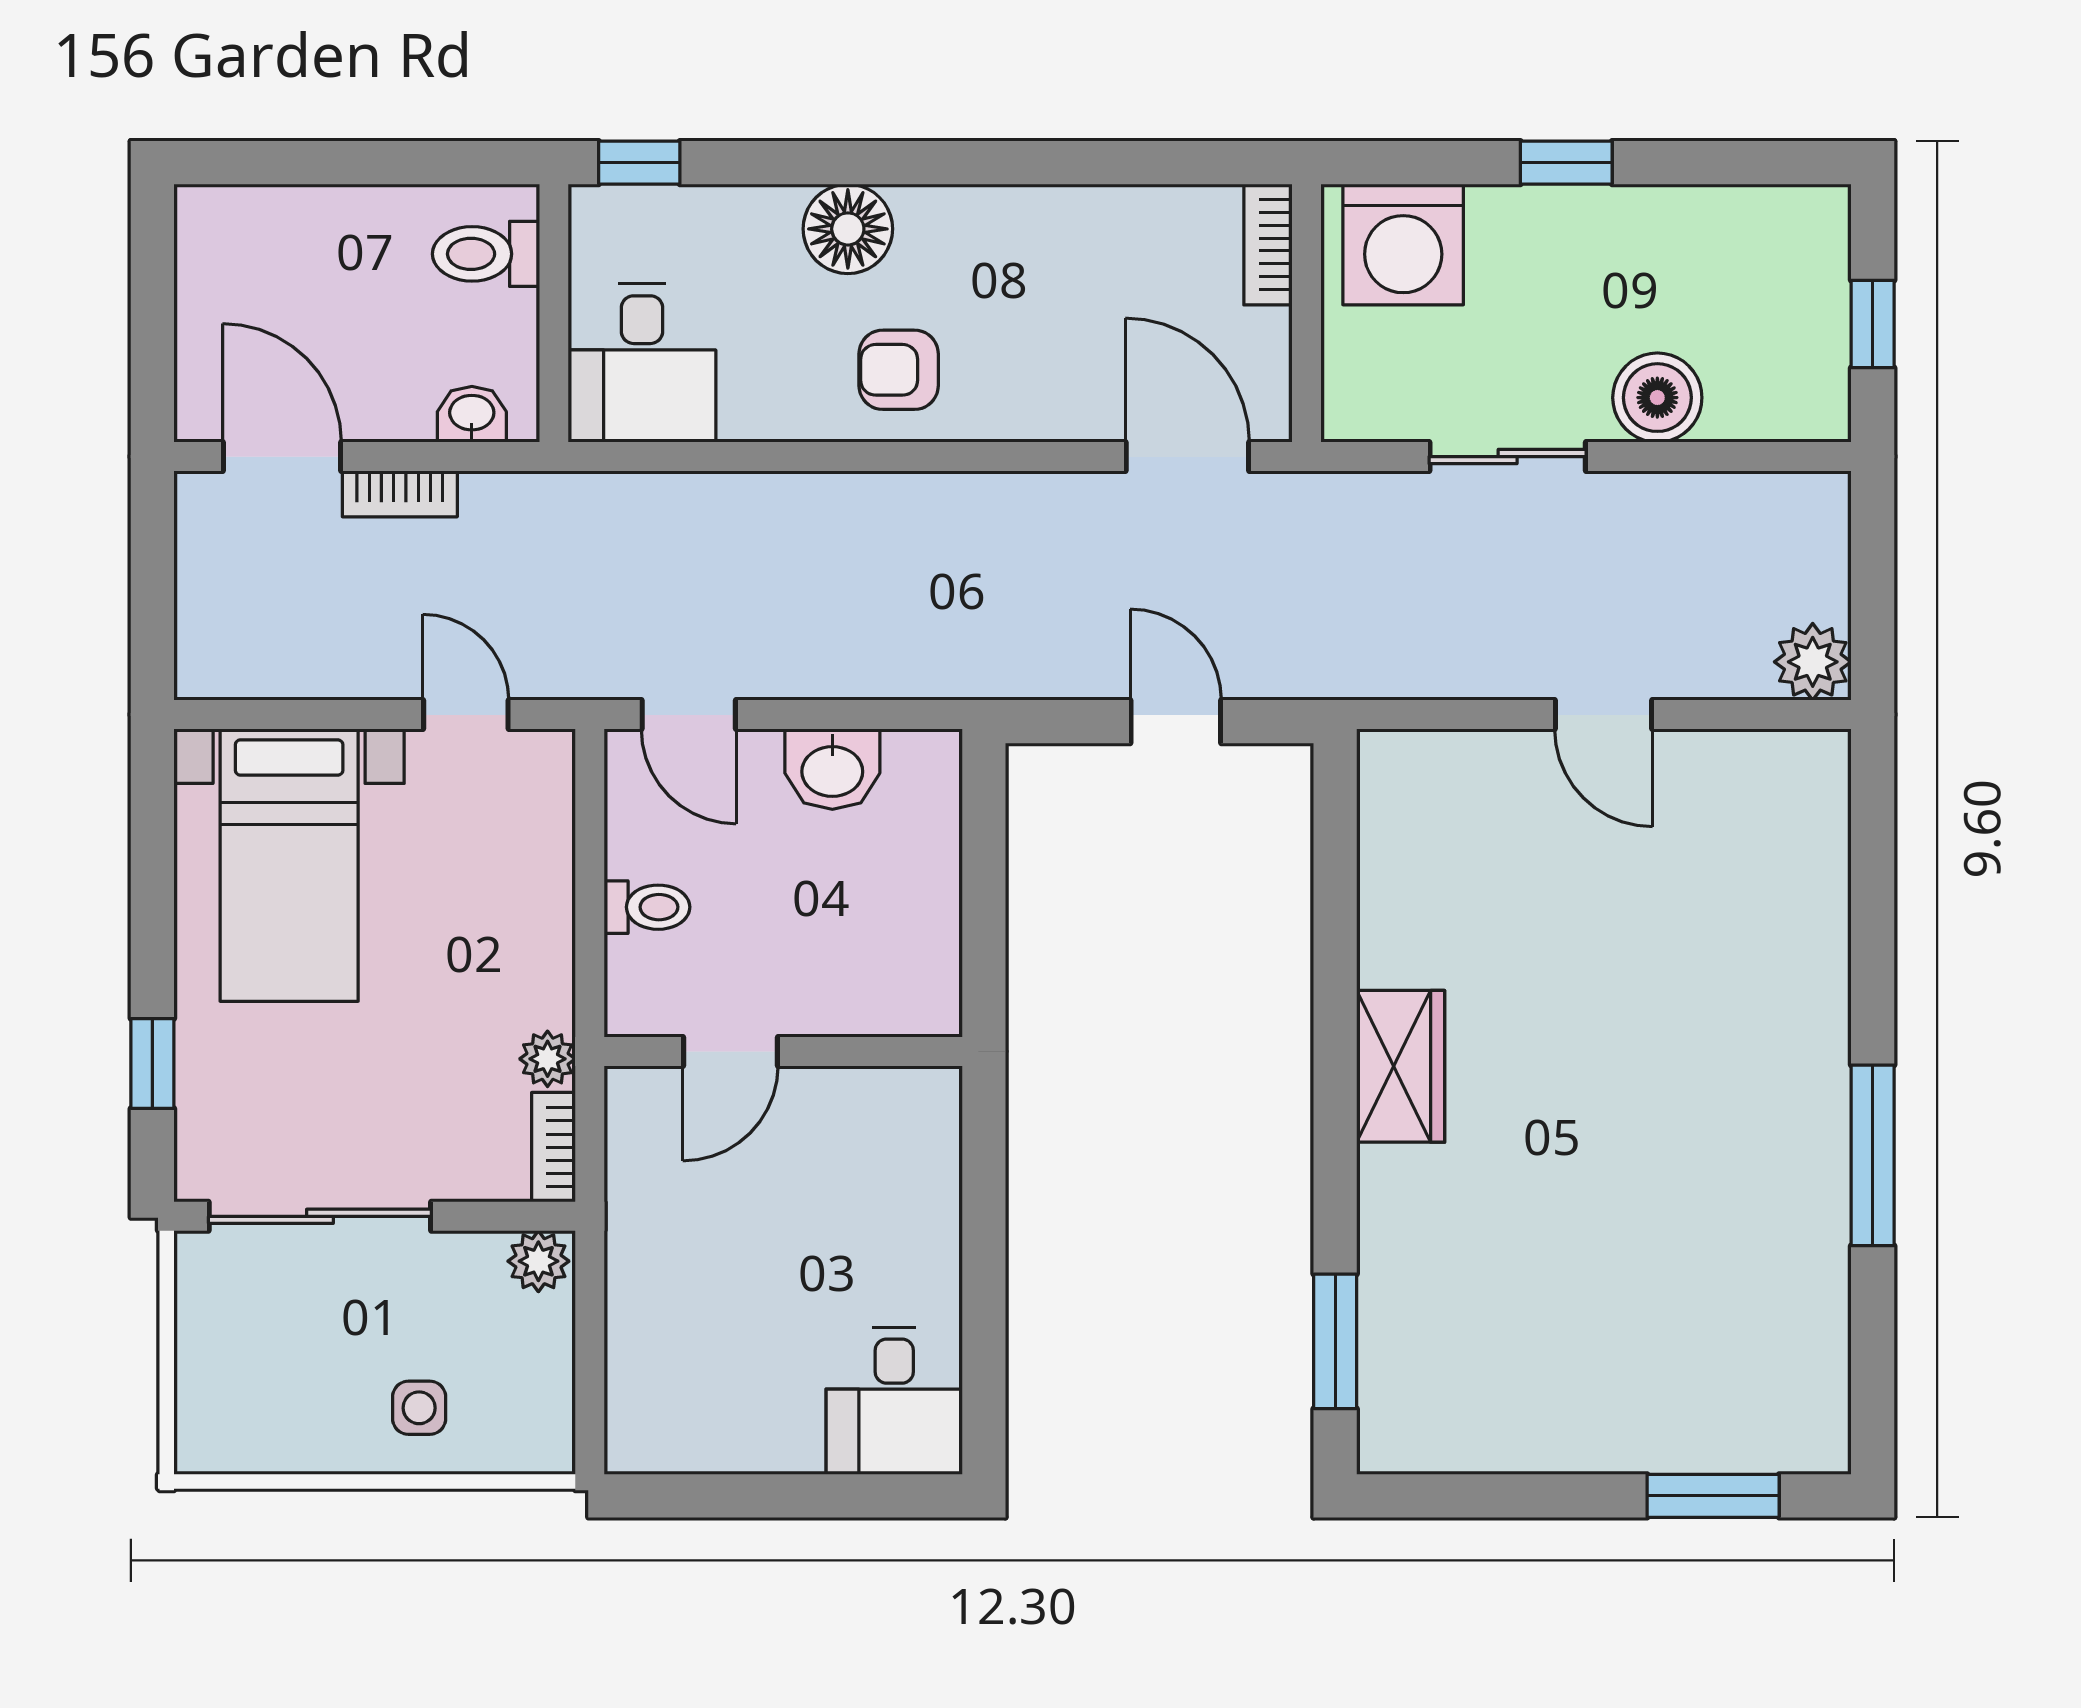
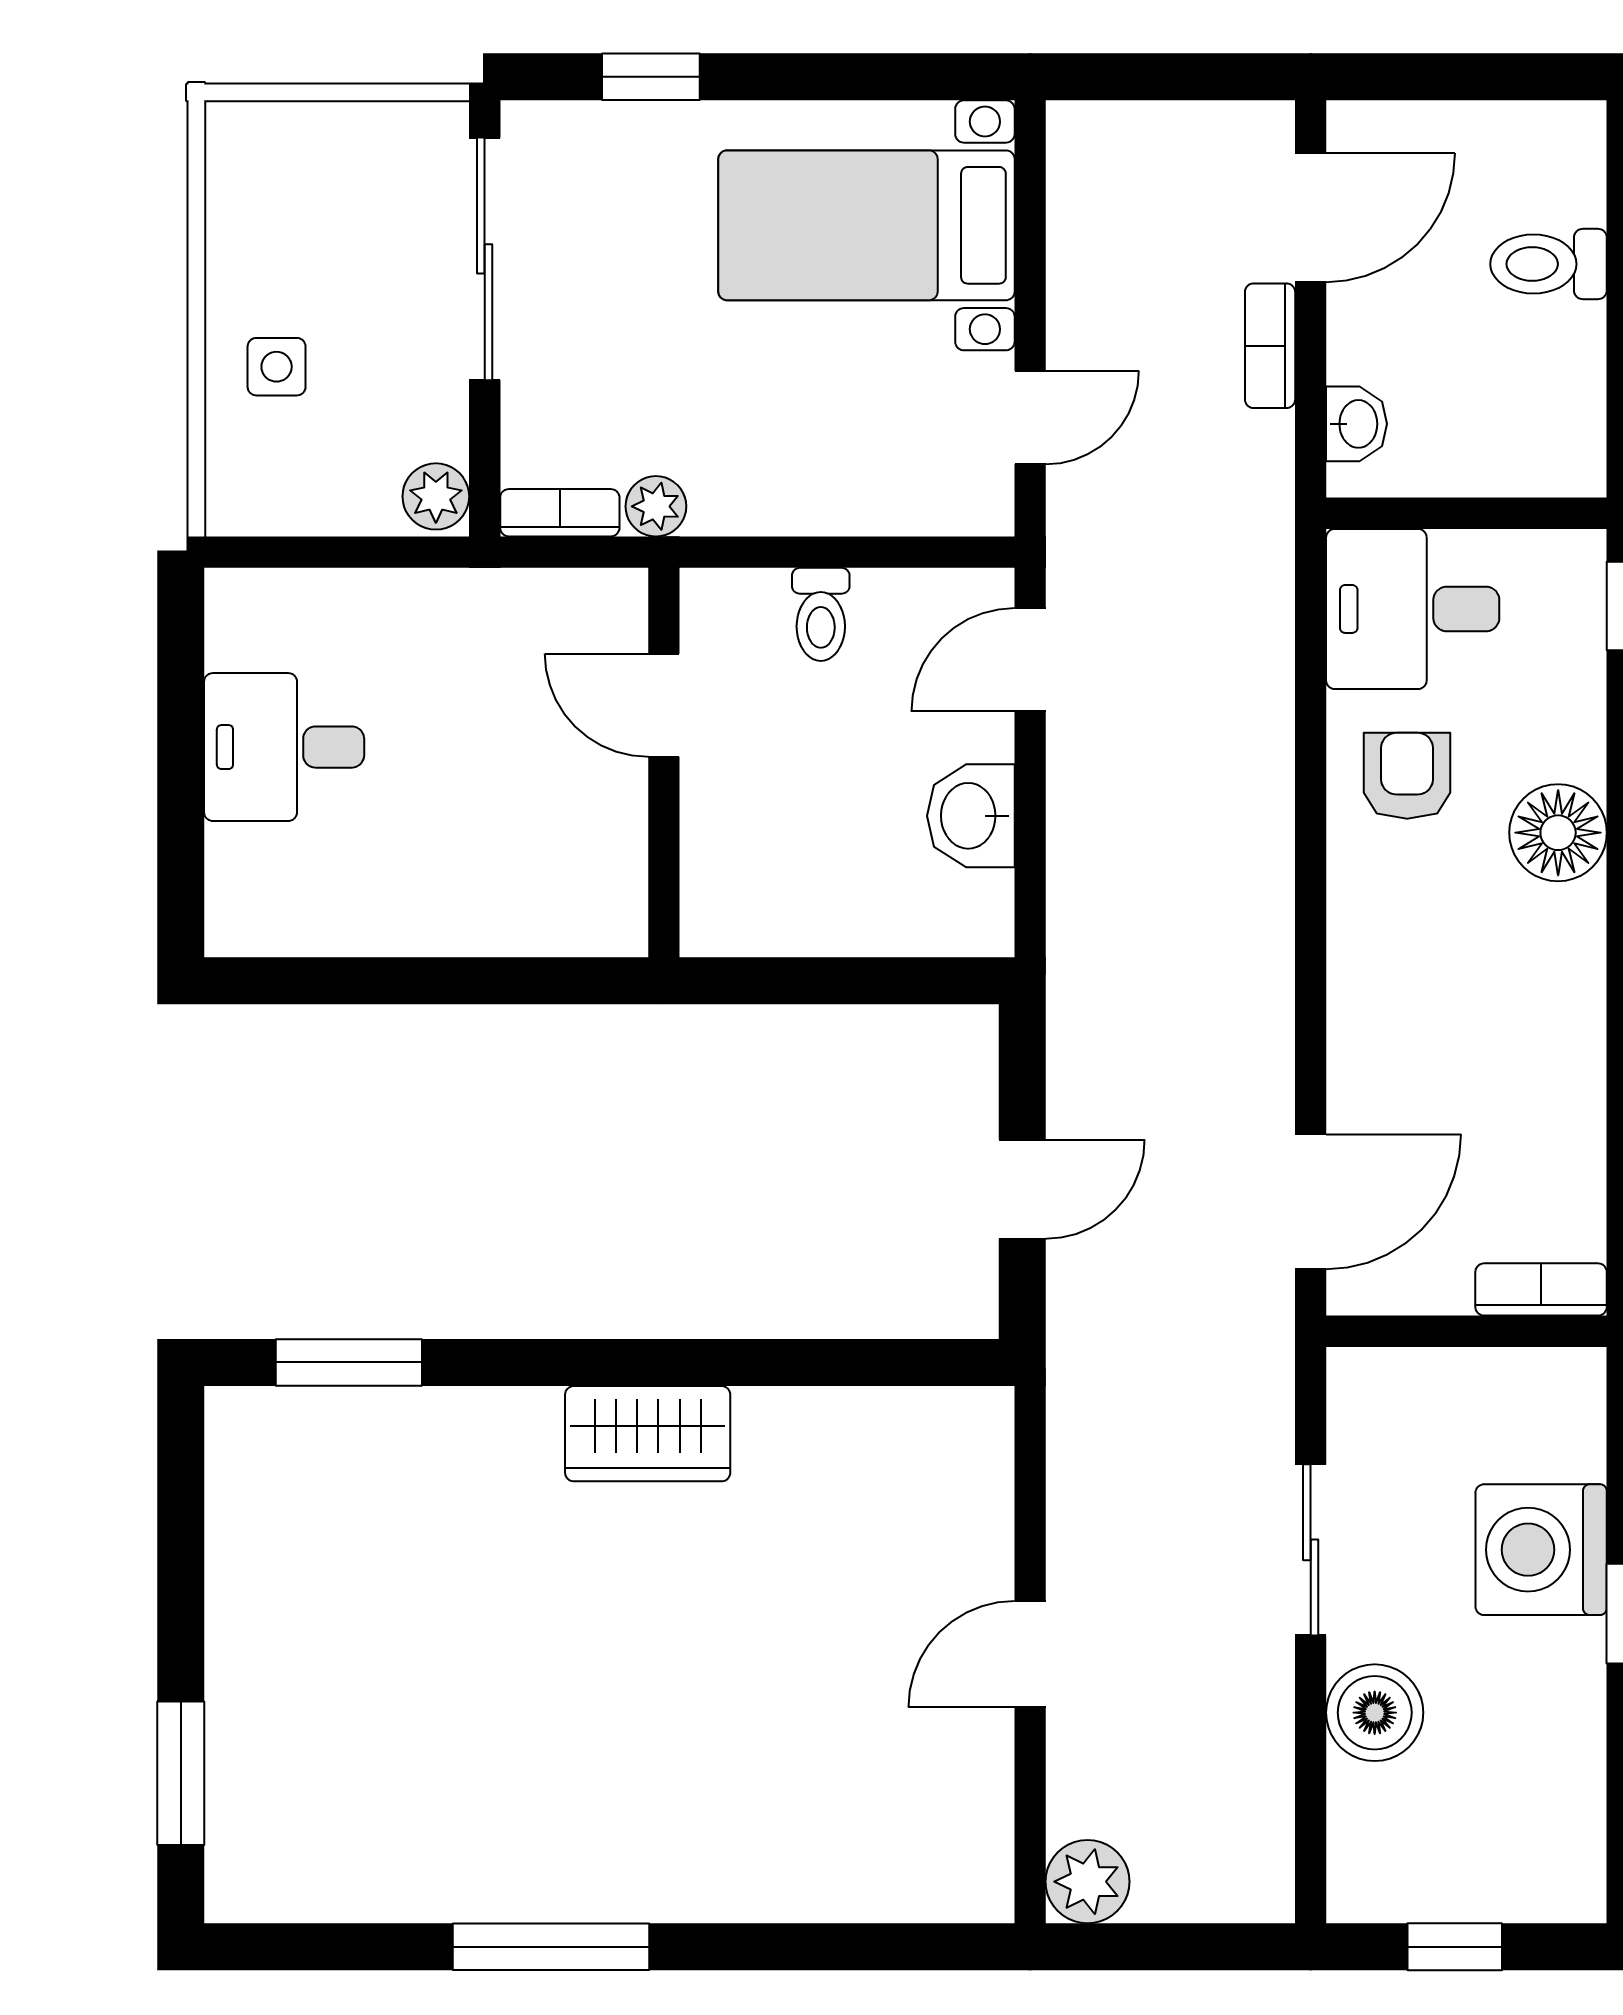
washing machine: (1403, 244) -> (1541, 1550), moved
toilet: (486, 254) -> (1548, 264), moved, turned -90
armchair: (899, 370) -> (1407, 776), moved
desk: (894, 1401) -> (284, 747), moved

